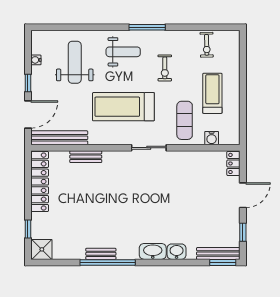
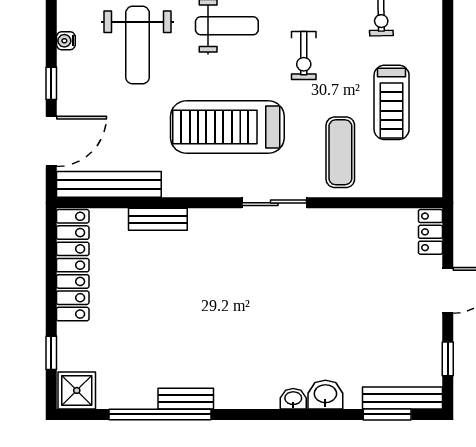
weight bench: (75, 62) -> (138, 45), turned 180
treadmill: (212, 93) -> (392, 102), turned 180
water cooler: (212, 138) -> (390, 185), removed
washbasin: (153, 251) -> (293, 399), width x0.52, depth x0.69
window: (108, 262) -> (160, 414), moved
window: (223, 262) -> (387, 414), moved

